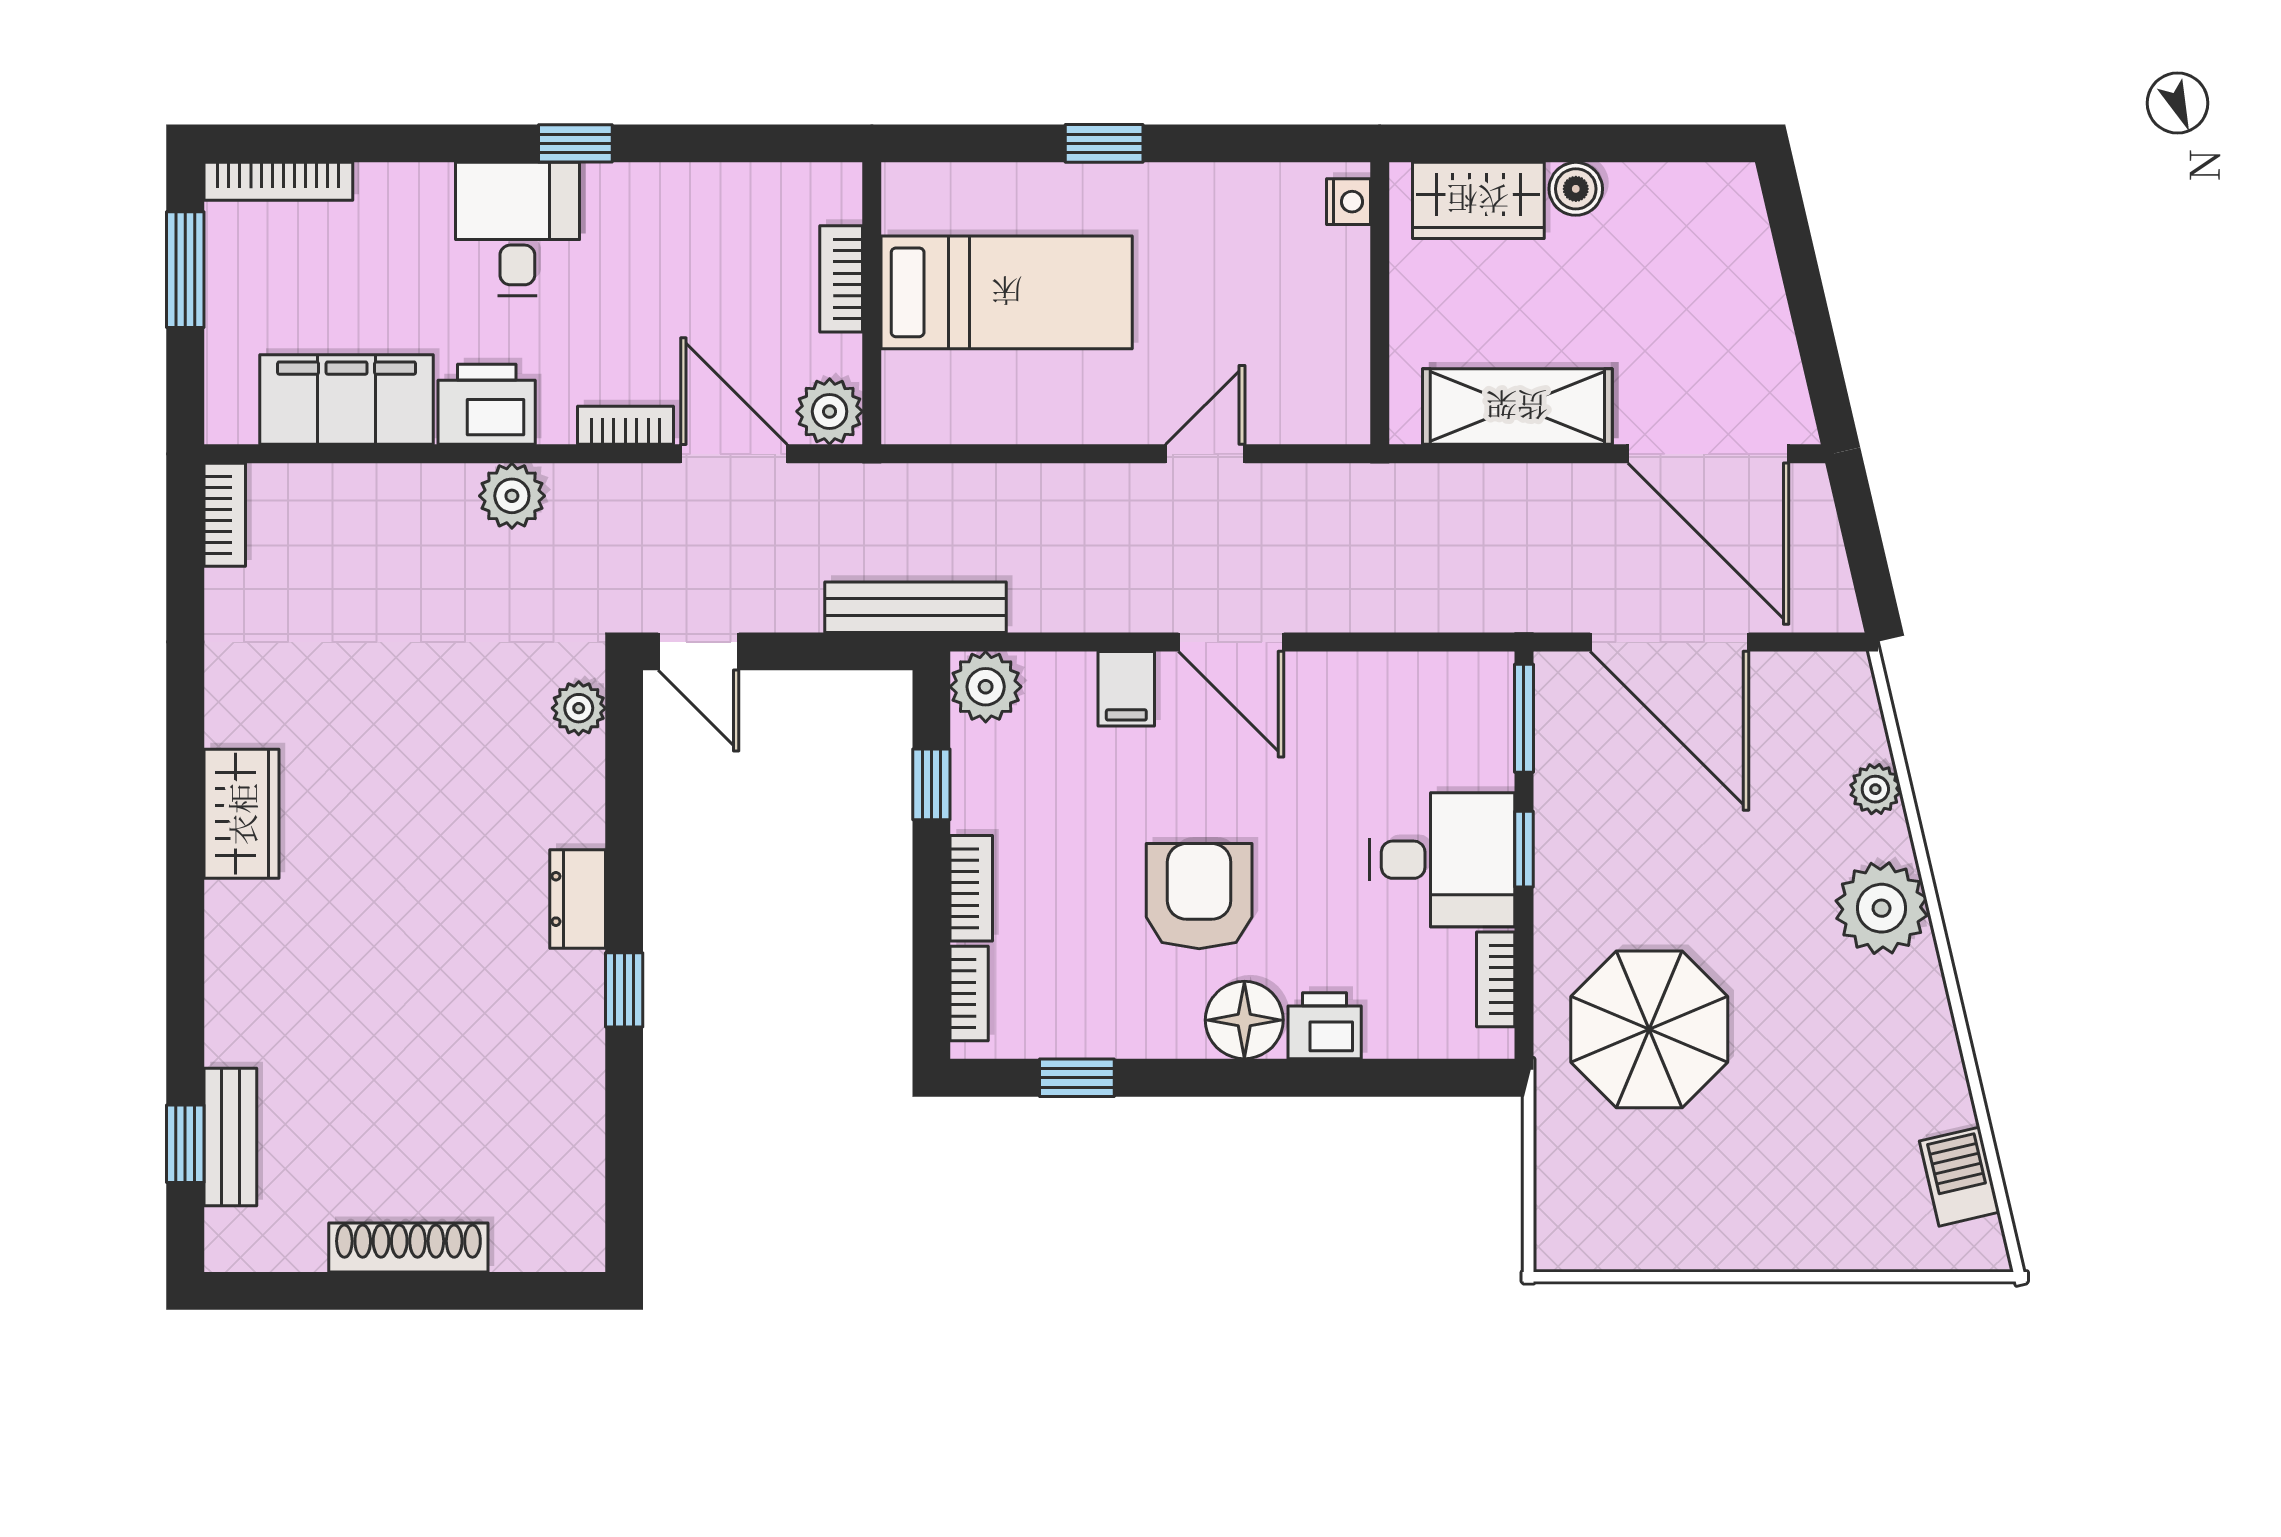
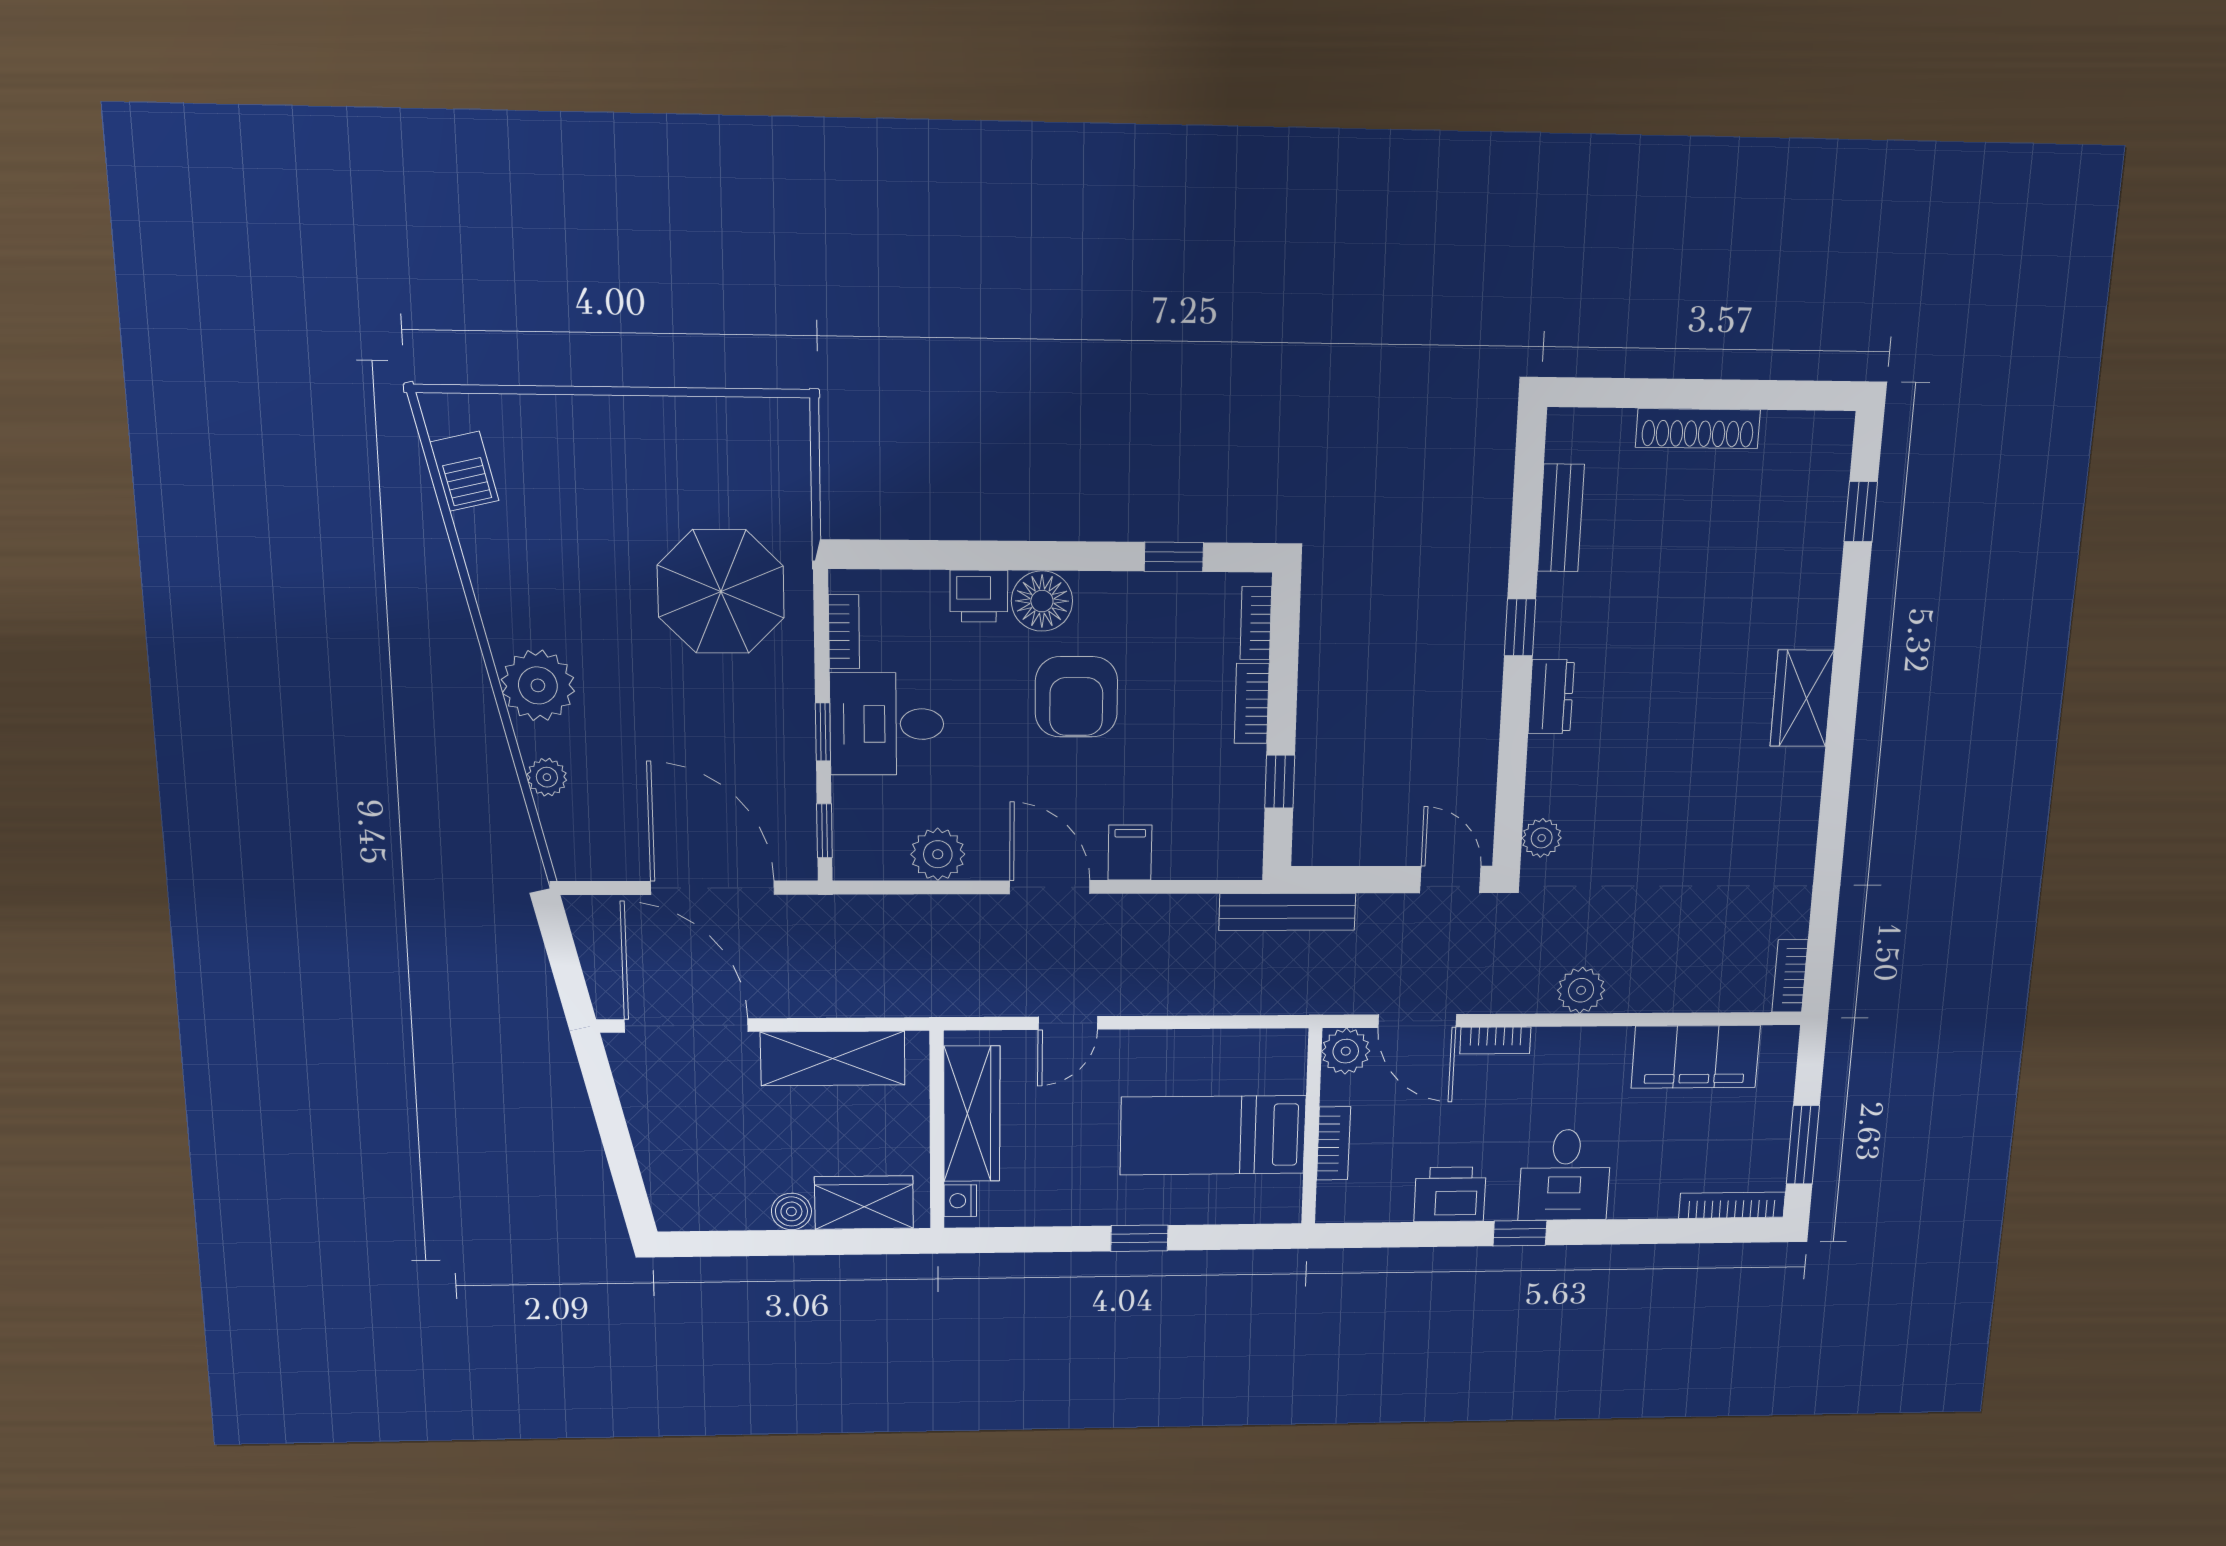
wardrobe: (1333, 326) -> (972, 1114), added
printer: (487, 404) -> (1450, 1194), moved, turned 180
plant: (986, 687) -> (938, 854), moved
window: (1524, 718) -> (824, 831), width x0.67
wardrobe: (242, 814) -> (1802, 698), moved
bench: (230, 1137) -> (1561, 518), moved

